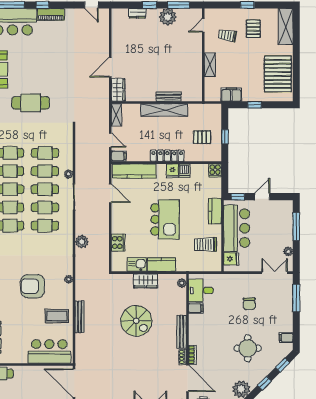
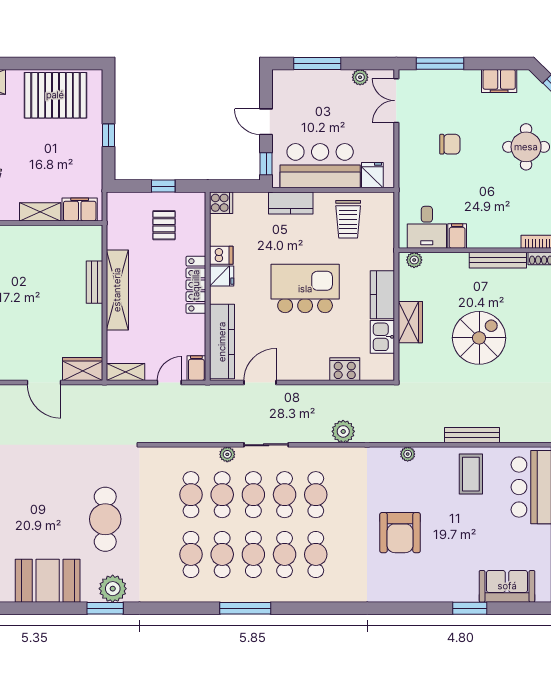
filing cabinet: (231, 95) -> (80, 209), moved, turned 90
armchair: (33, 286) -> (400, 533), moved
filing cabinet: (286, 338) -> (499, 81), width x2.00

